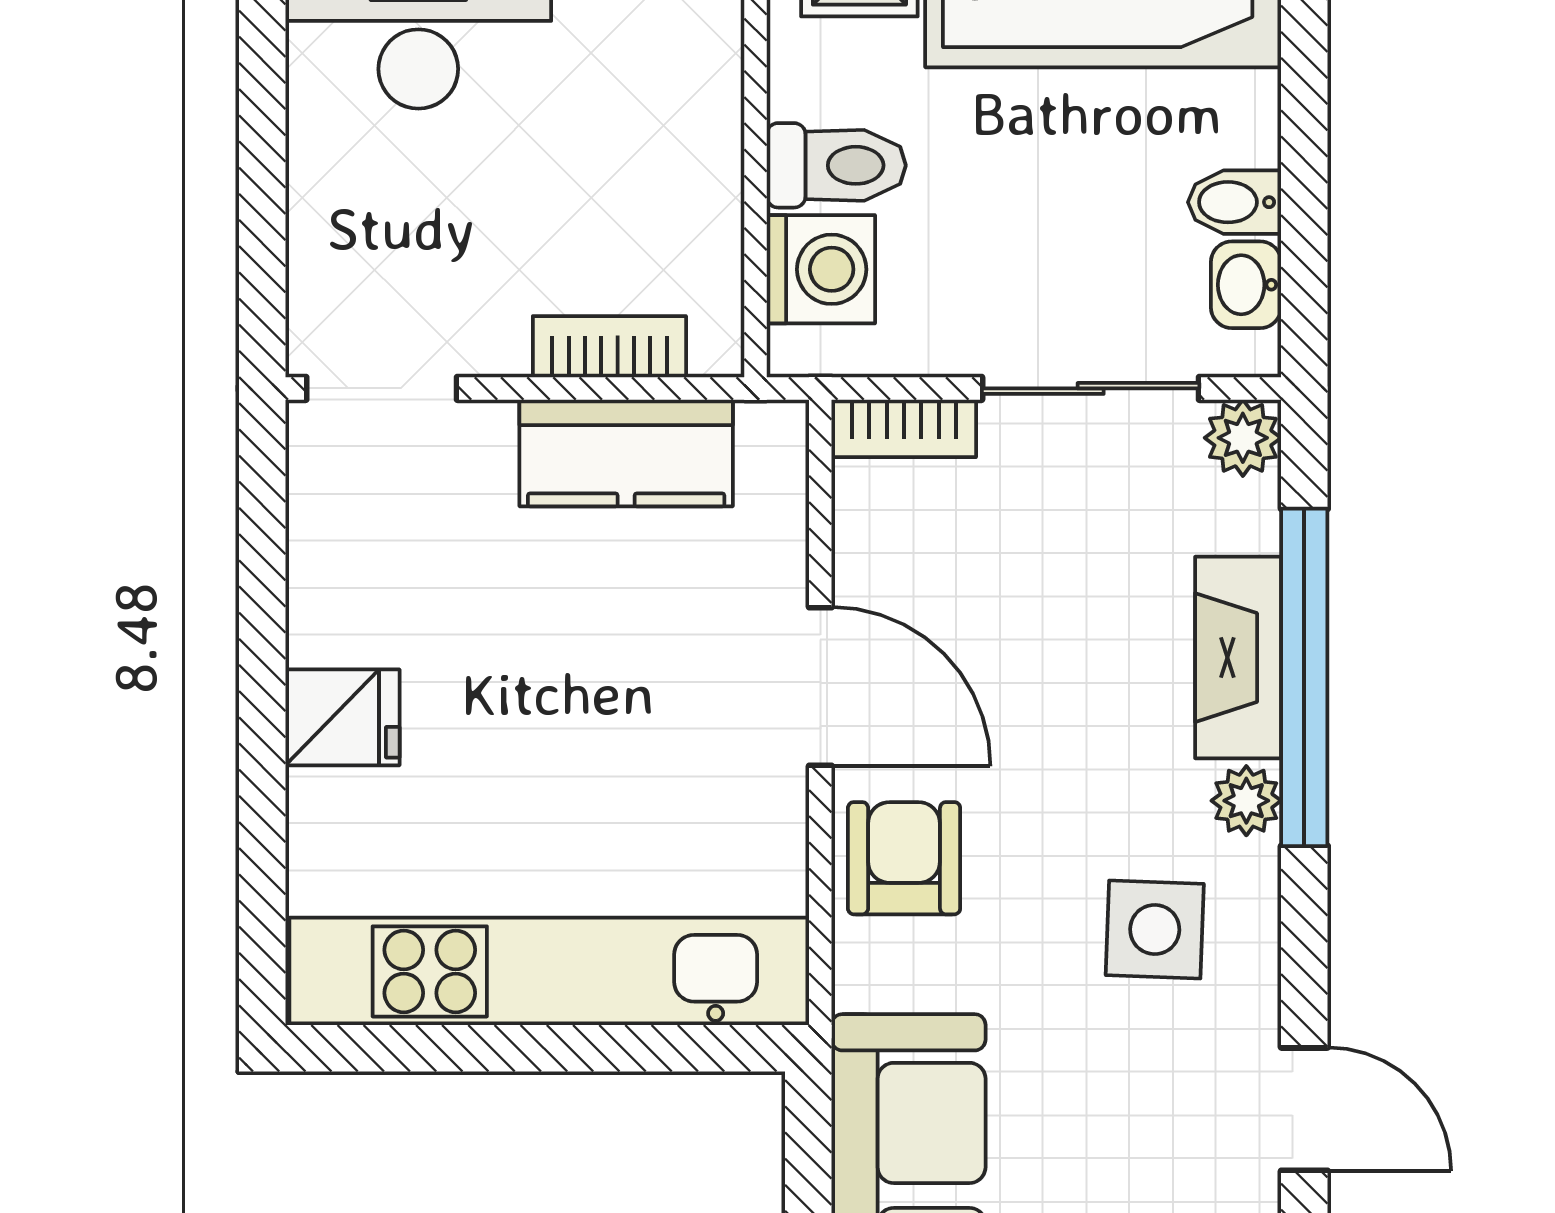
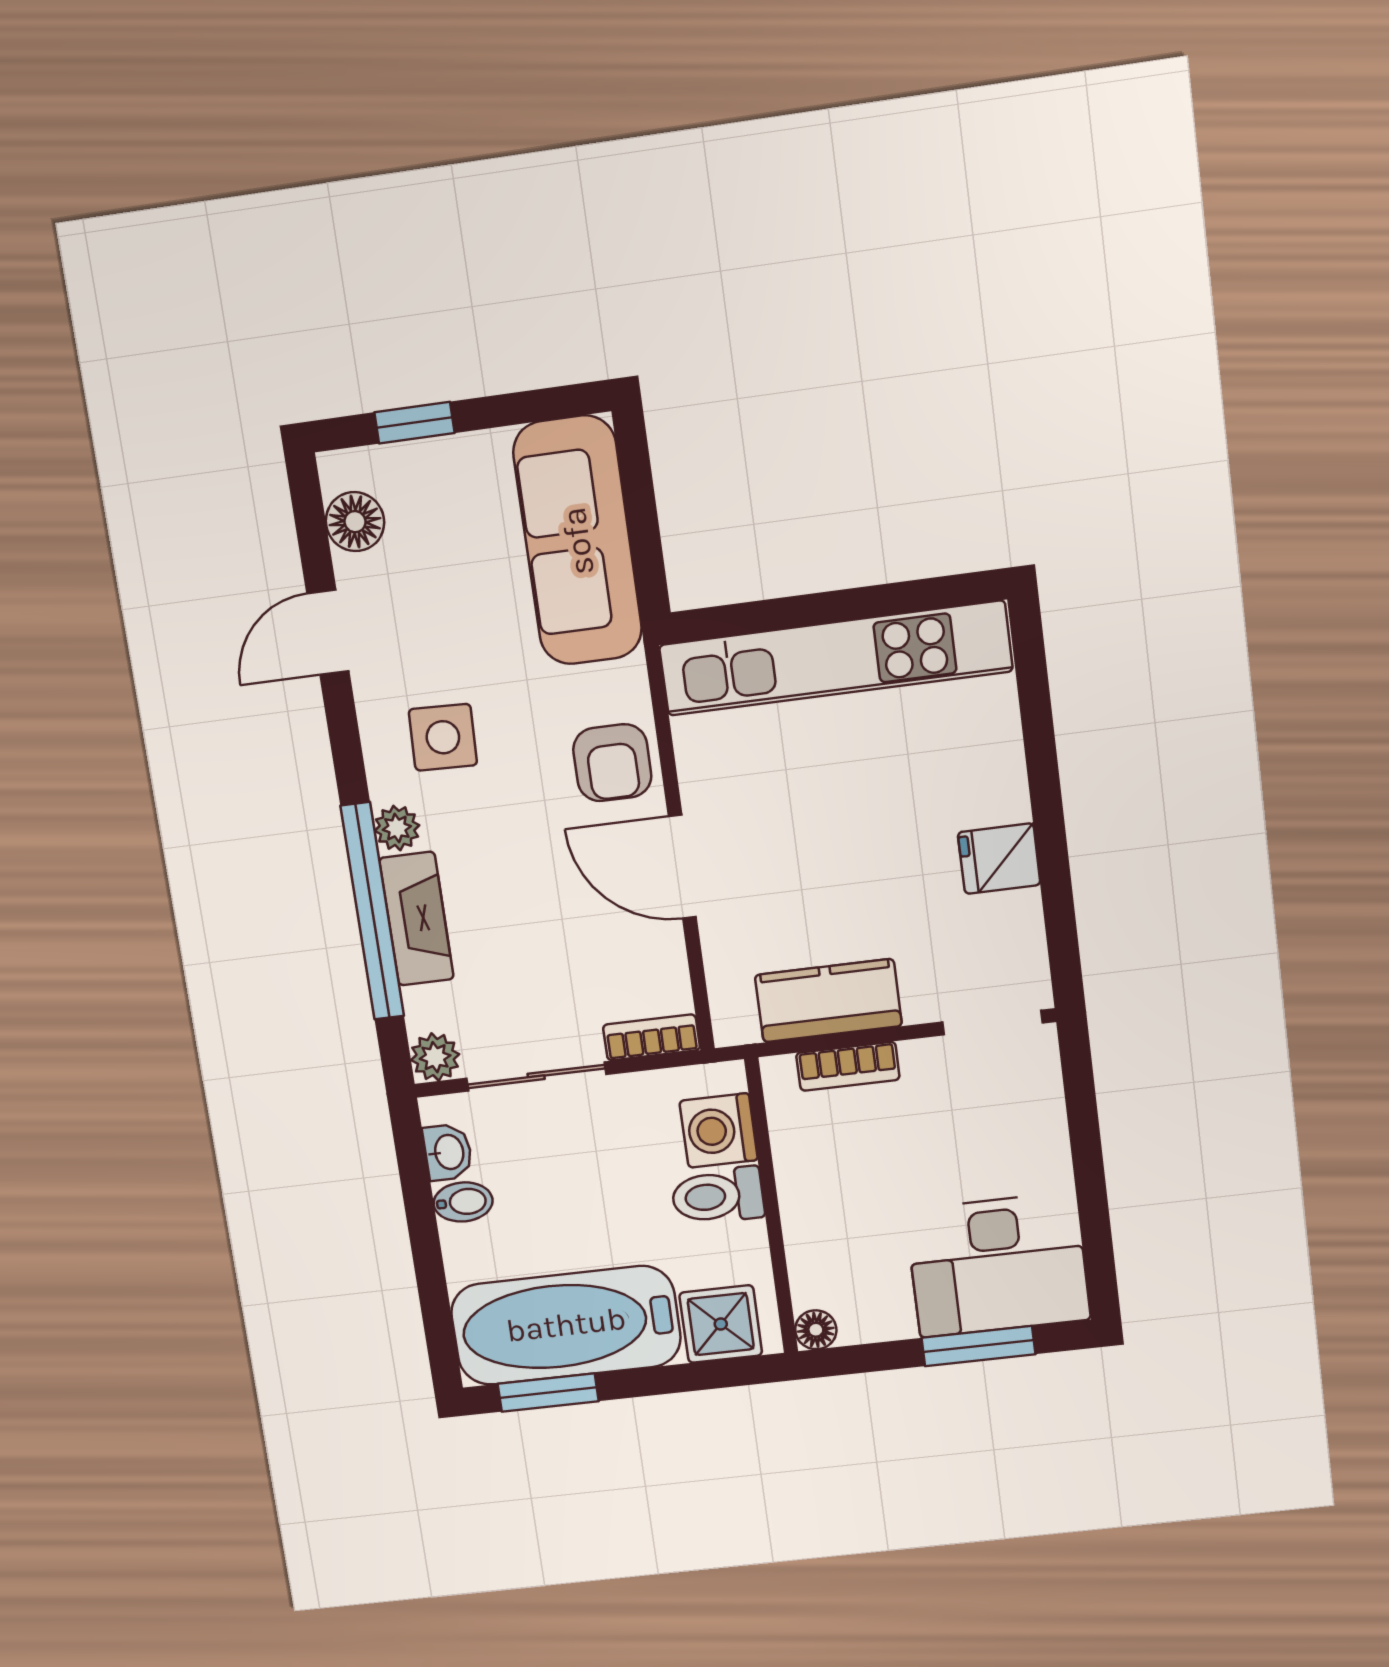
fridge: (342, 717) -> (999, 859), moved
door: (1304, 1109) -> (328, 632), hinge flipped

